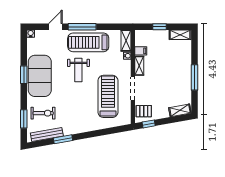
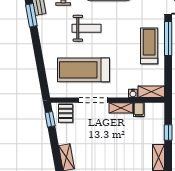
treadmill: (88, 42) -> (149, 46), width x0.73, depth x0.73
weight bench: (78, 70) -> (87, 28), moved, turned 180
treadmill: (108, 96) -> (83, 70), turned 180

